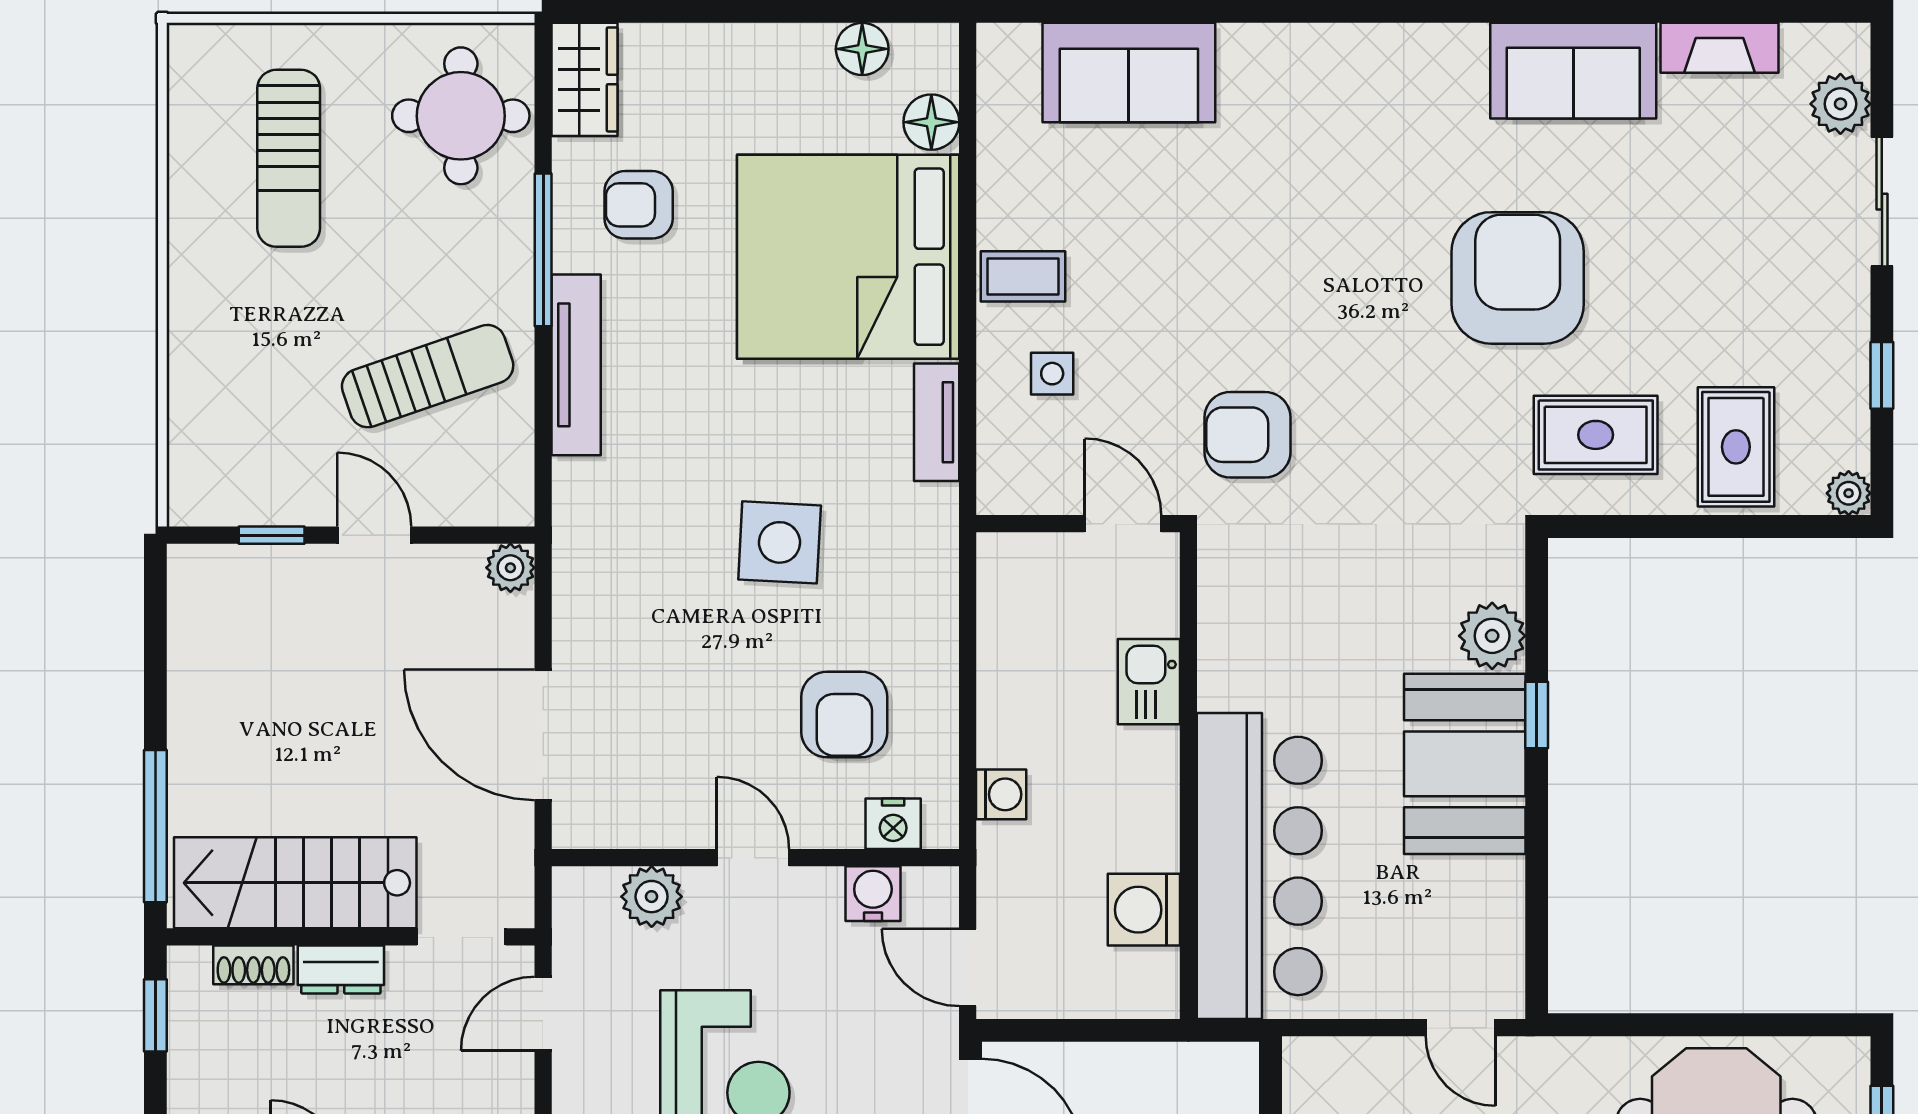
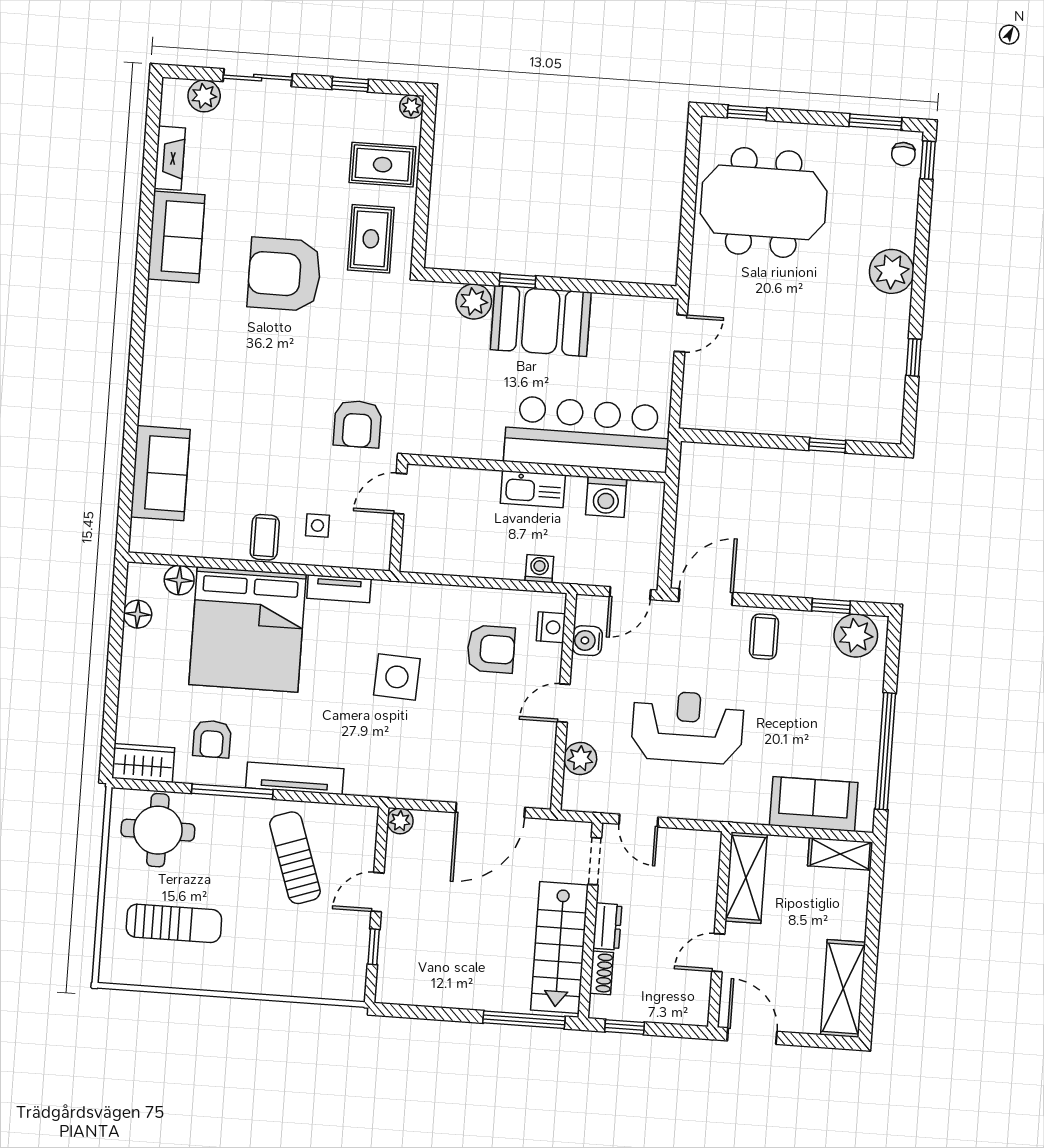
kitchen sink: (1149, 682) -> (533, 489), moved, width x1.38

